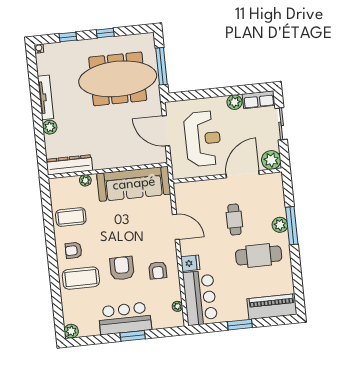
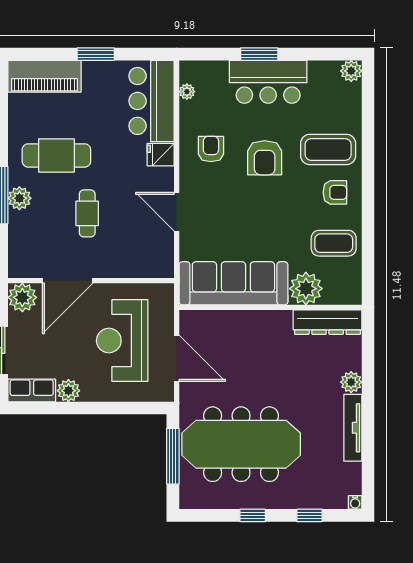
plant: (85, 180) -> (306, 289), width x1.87, depth x1.87

